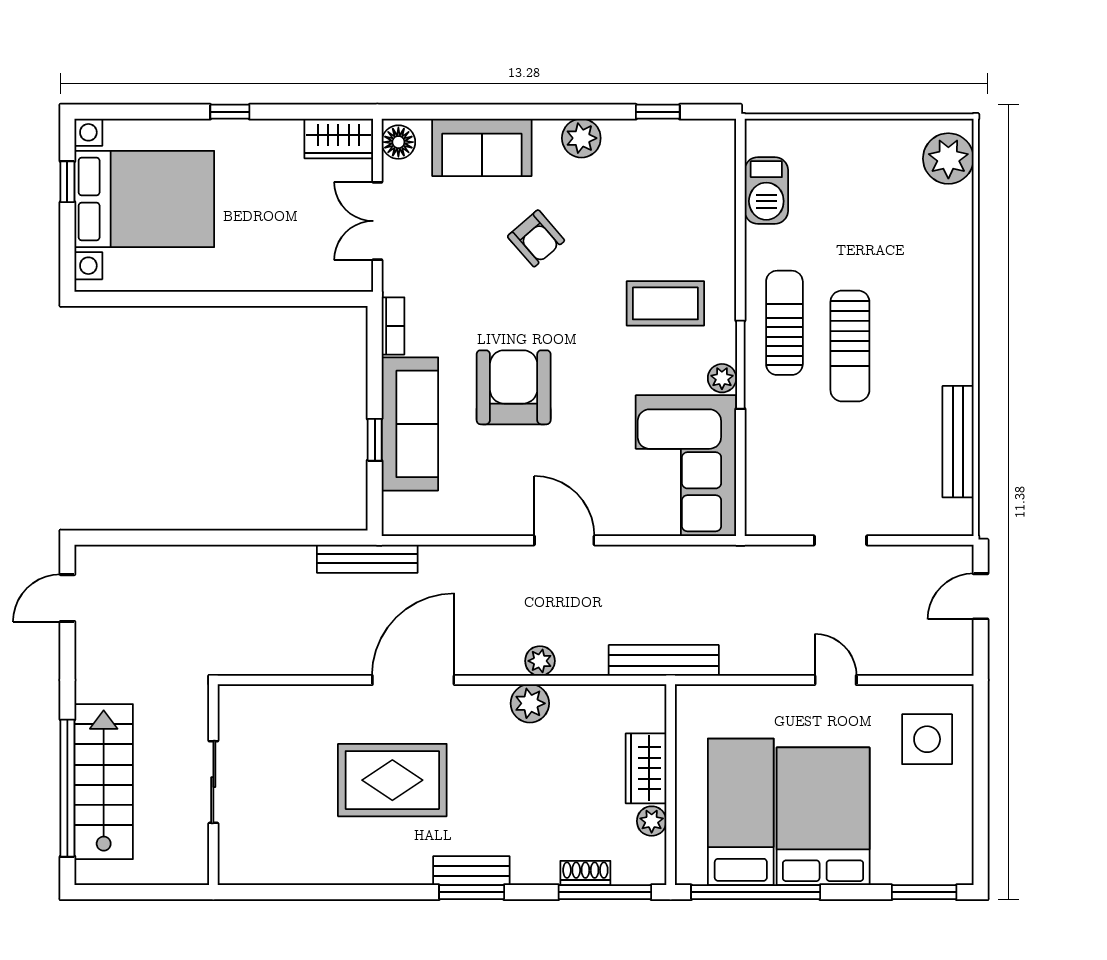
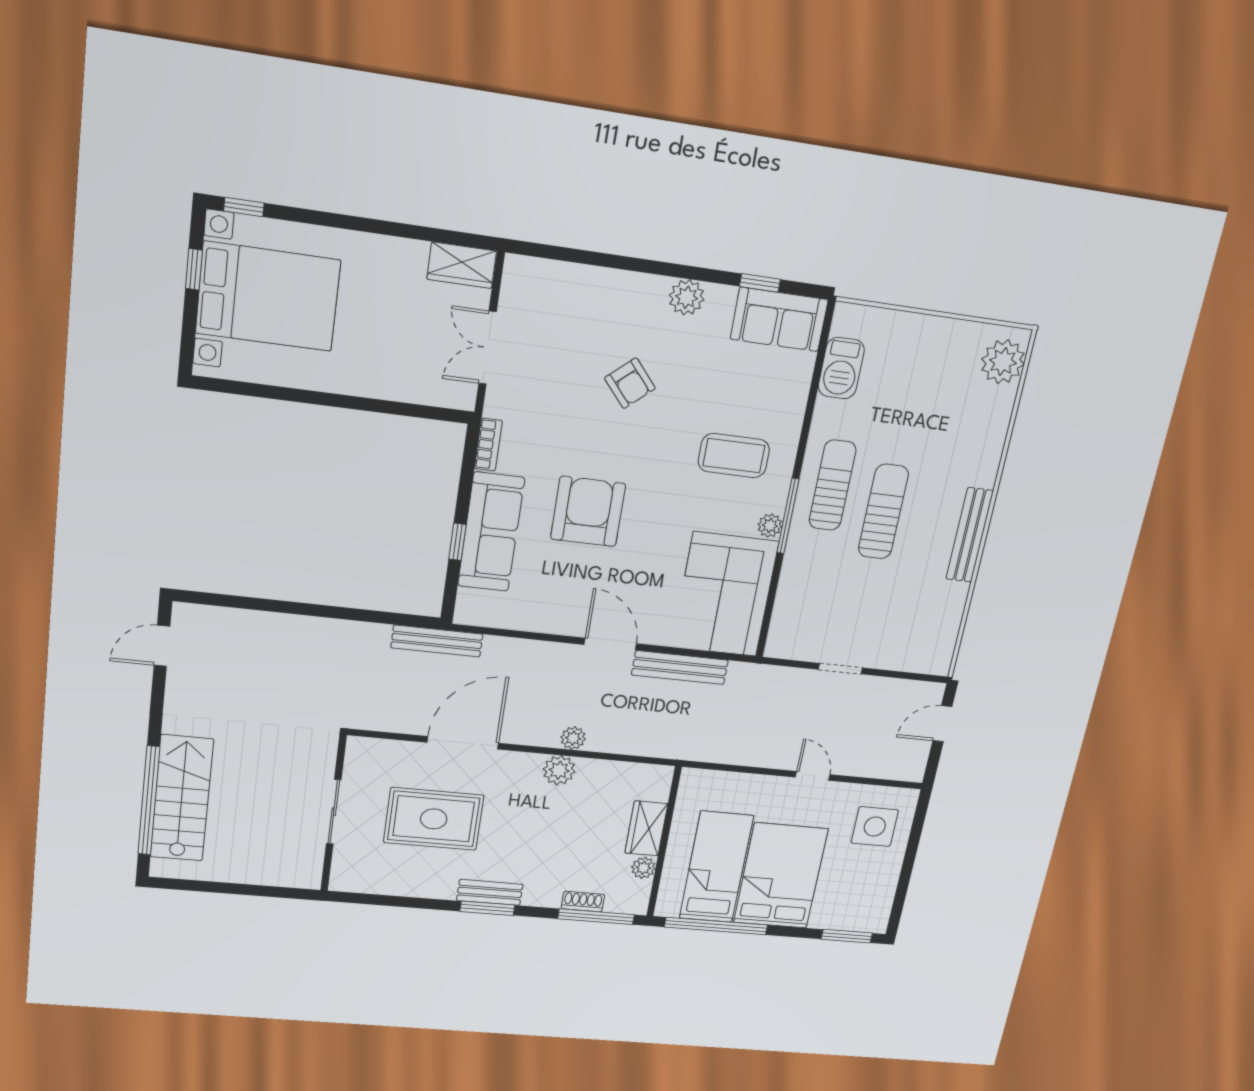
window: (230, 112) -> (244, 207), moved
floor lamp: (398, 142) -> (518, 277), removed
sofa: (482, 147) -> (779, 319), moved
sun lounger: (850, 346) -> (883, 512), turned 180
bench: (958, 442) -> (970, 535), moved
bench: (664, 660) -> (680, 668), moved
sliding door: (213, 782) -> (334, 812), moved
wall: (213, 785) -> (333, 814), moved

